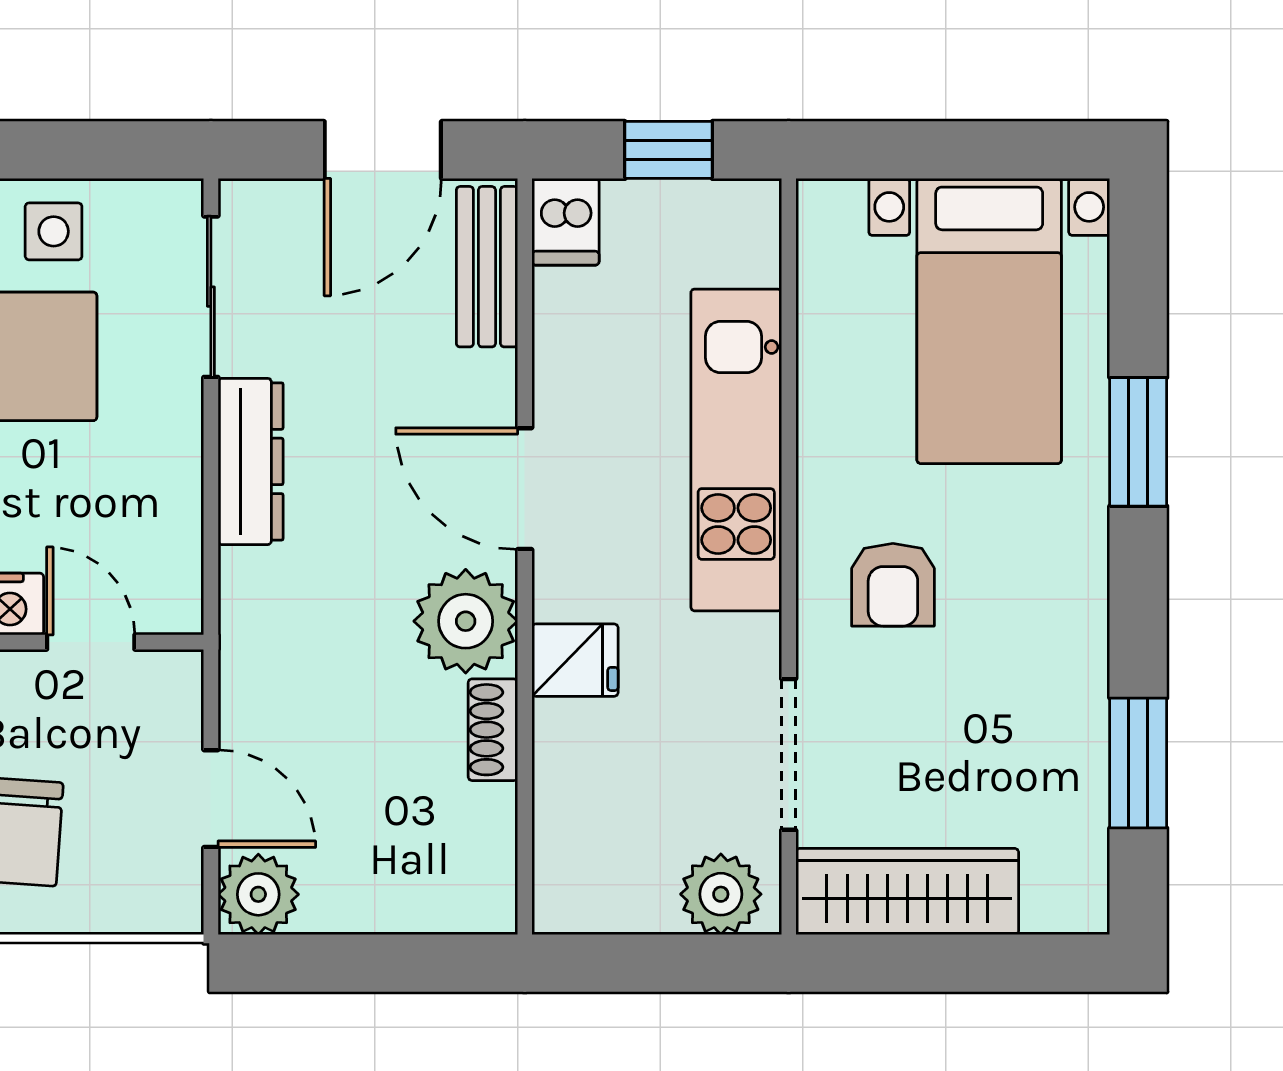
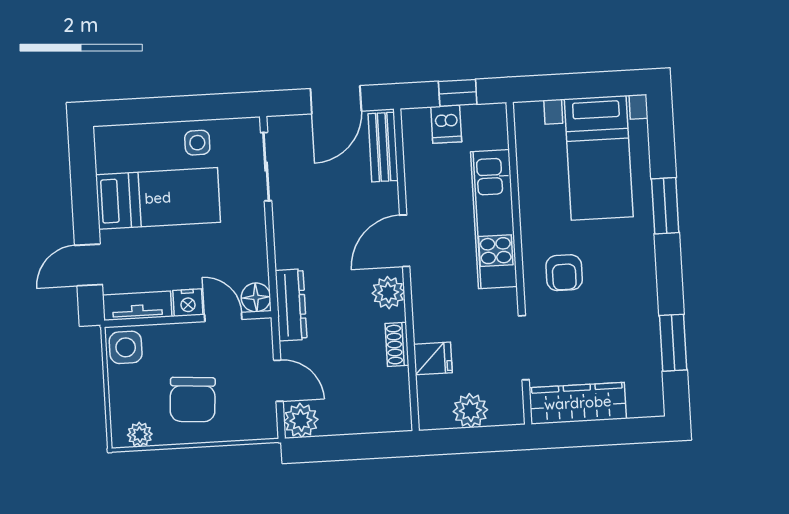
dishwasher: (565, 222) -> (446, 124), moved
dresser: (251, 461) -> (291, 305), moved
door: (525, 489) -> (405, 241), hinge flipped
floor lamp: (170, 601) -> (256, 297), added
plant: (466, 621) -> (388, 293), width x0.73, depth x0.73
fridge: (575, 660) -> (433, 358), moved
plant: (721, 894) -> (470, 411), moved

